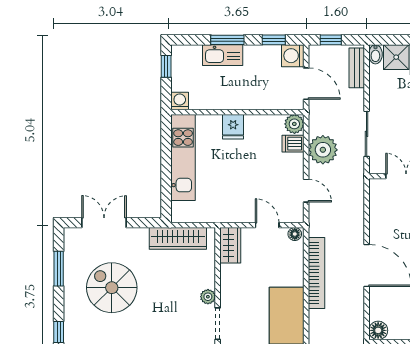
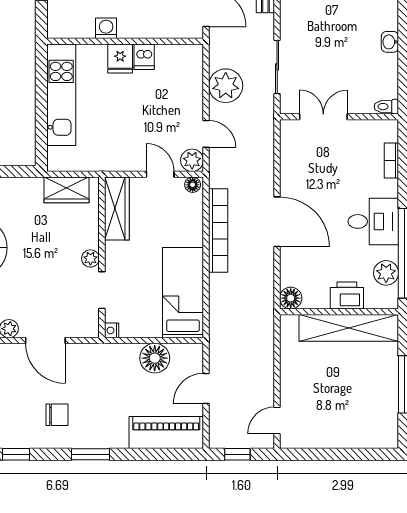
washing machine: (180, 101) -> (106, 28), moved
plant: (294, 124) -> (192, 160), moved
dishwasher: (293, 144) -> (144, 57), moved, turned -90
wardrobe: (178, 238) -> (66, 190), width x0.67
wardrobe: (230, 245) -> (117, 209), width x1.50

